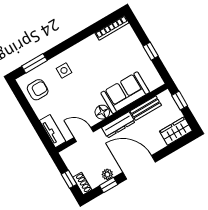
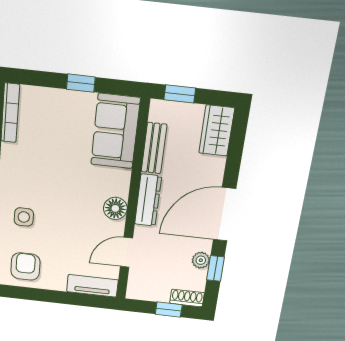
sofa: (125, 93) -> (115, 131), moved

